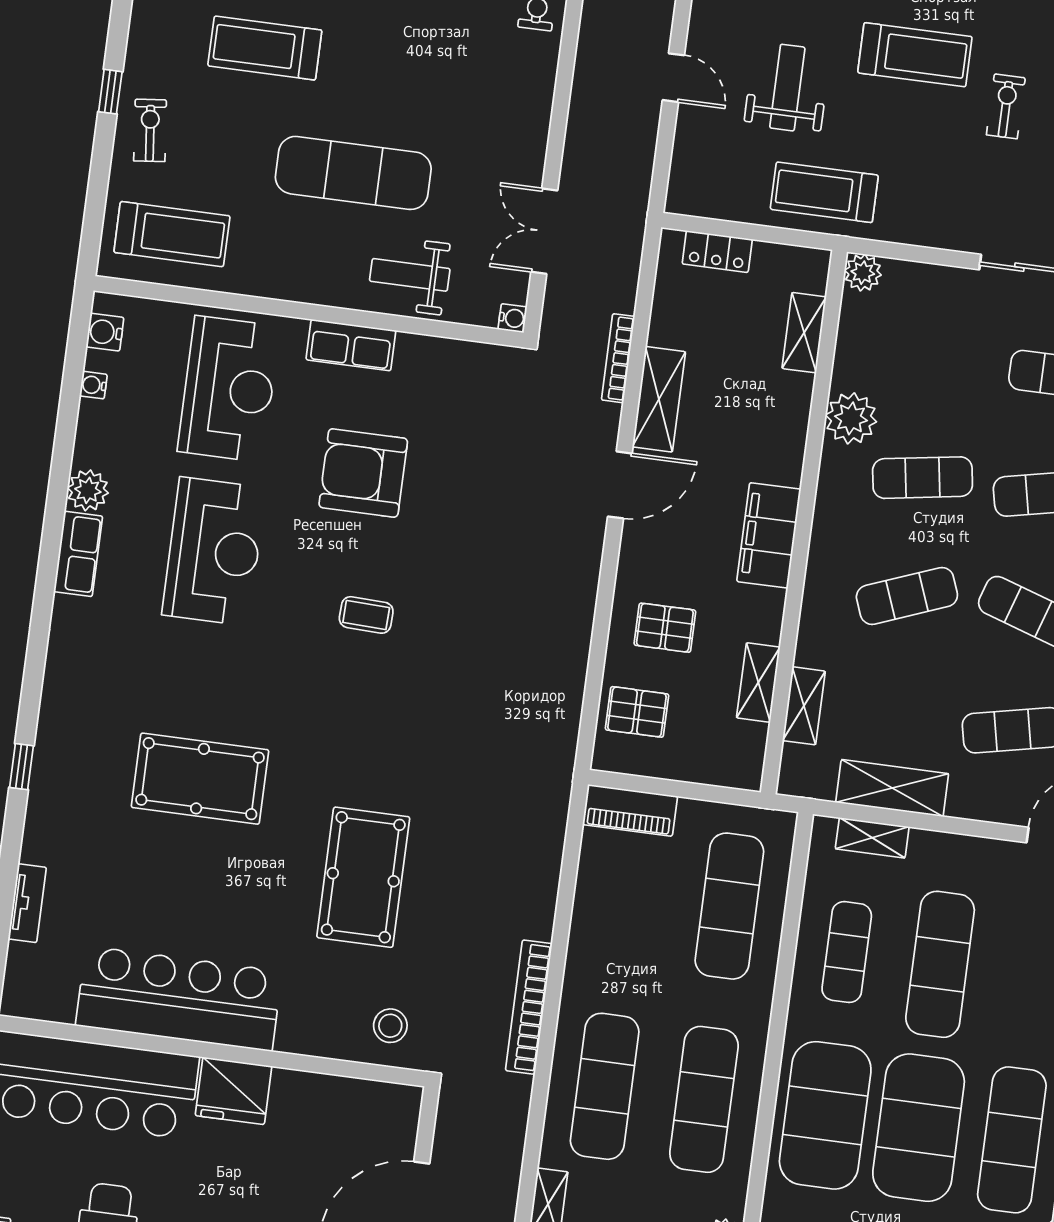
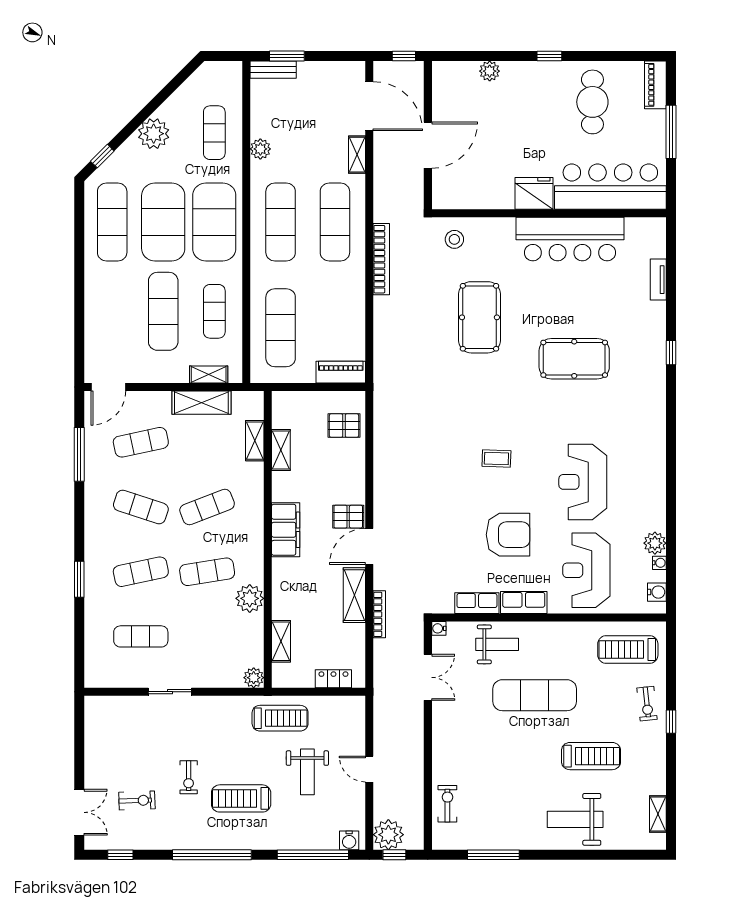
plant: (88, 490) -> (655, 543), moved
row of seats: (78, 554) -> (477, 603), moved, turned 90
pallet: (665, 628) -> (348, 517), moved

